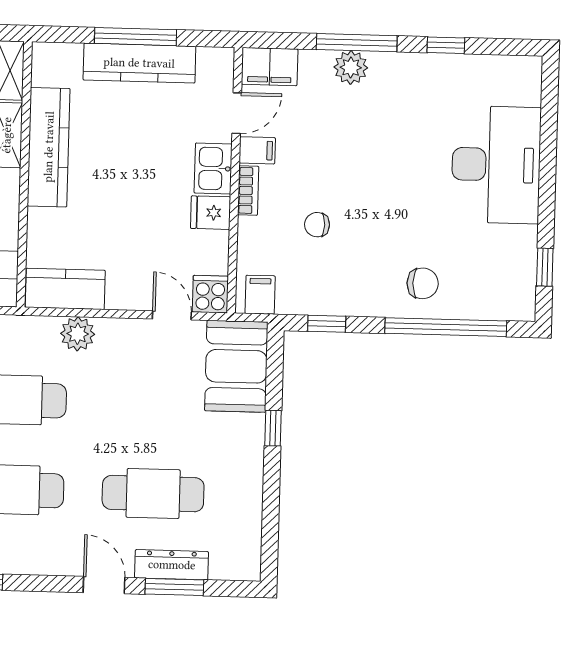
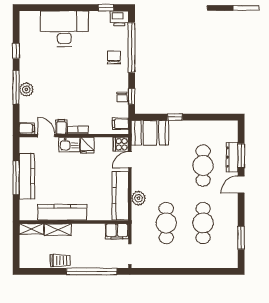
filing cabinet: (270, 67) -> (27, 128), width x0.50
chair: (317, 225) -> (122, 97), moved
kitchen counter: (65, 289) -> (120, 196), width x1.50
printer: (518, 299) -> (119, 18), added

